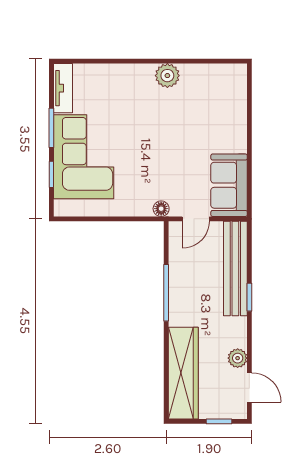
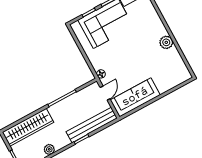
sofa: (229, 185) -> (135, 97), width x1.36
door: (196, 219) -> (105, 93), swing flipped

